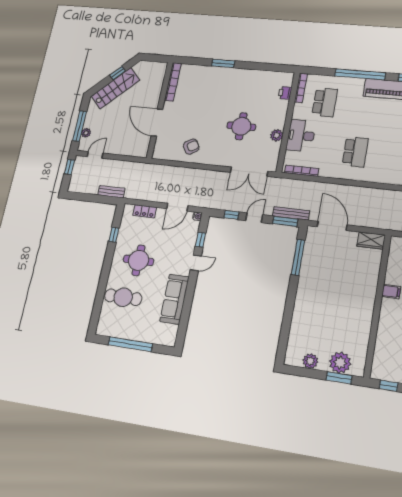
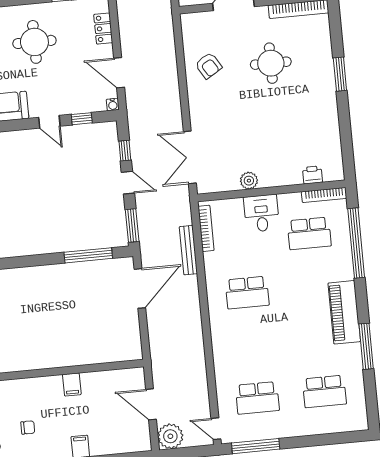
window: (360, 74) -> (356, 243), moved
round table: (241, 126) -> (271, 63), moved
desk: (301, 136) -> (261, 213), width x0.73
bench: (291, 213) -> (188, 250), moved
wardrobe: (371, 241) -> (132, 343), removed

